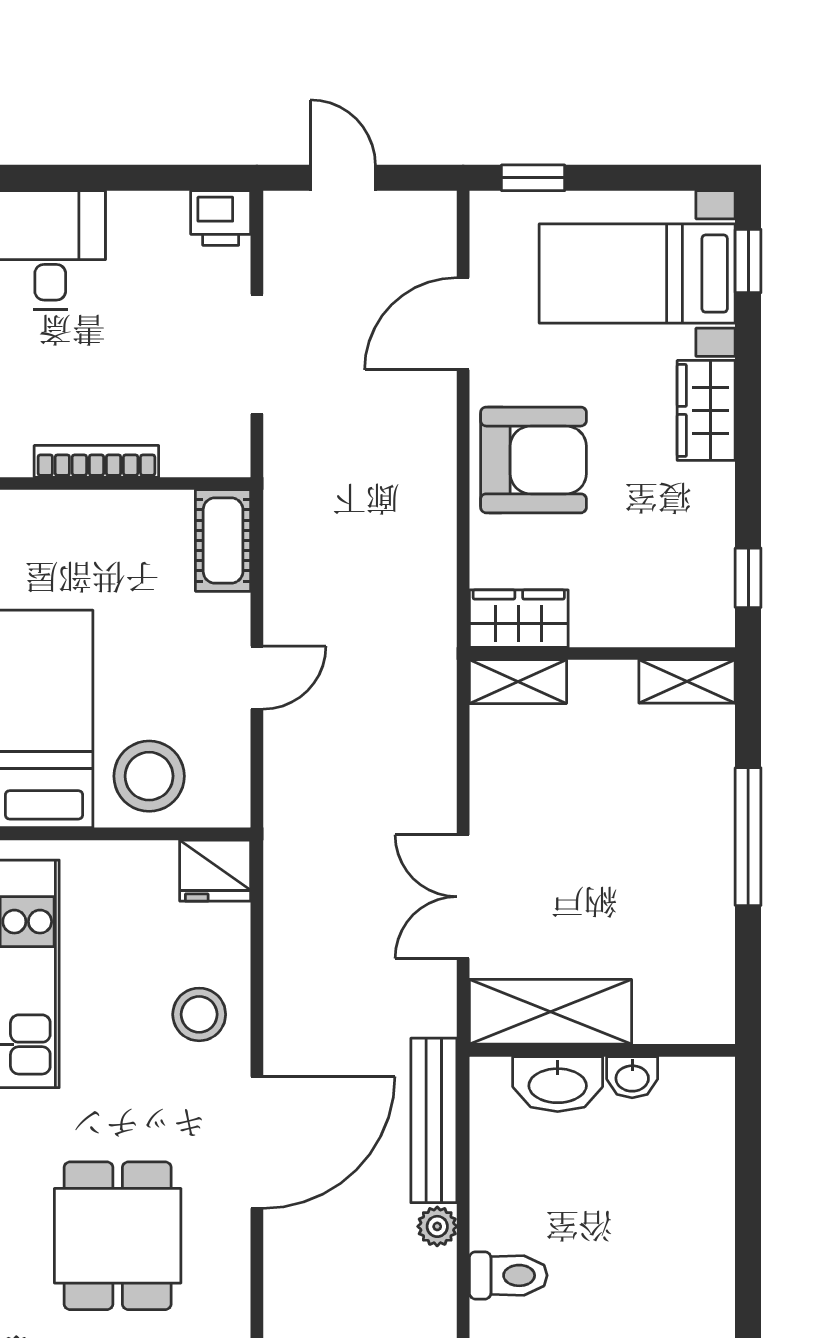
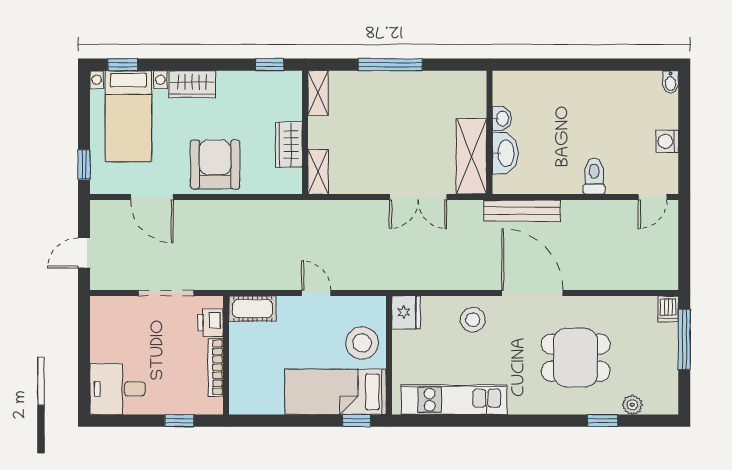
printer: (221, 218) -> (210, 323), moved, turned 180
wardrobe: (519, 619) -> (289, 145), moved
plant: (437, 1226) -> (571, 209), removed

